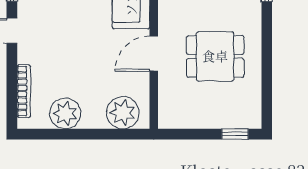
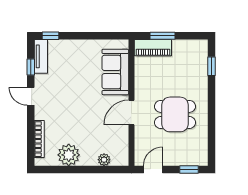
plant: (123, 113) -> (104, 160), width x0.53, depth x0.53
door: (184, 134) -> (153, 170), added

